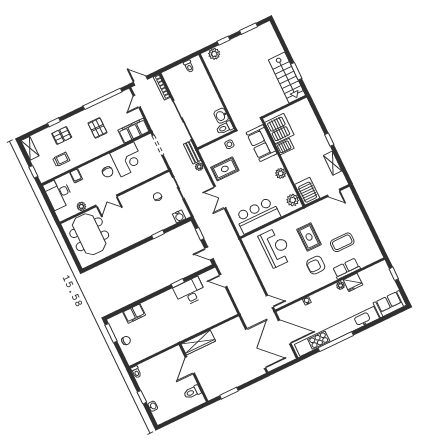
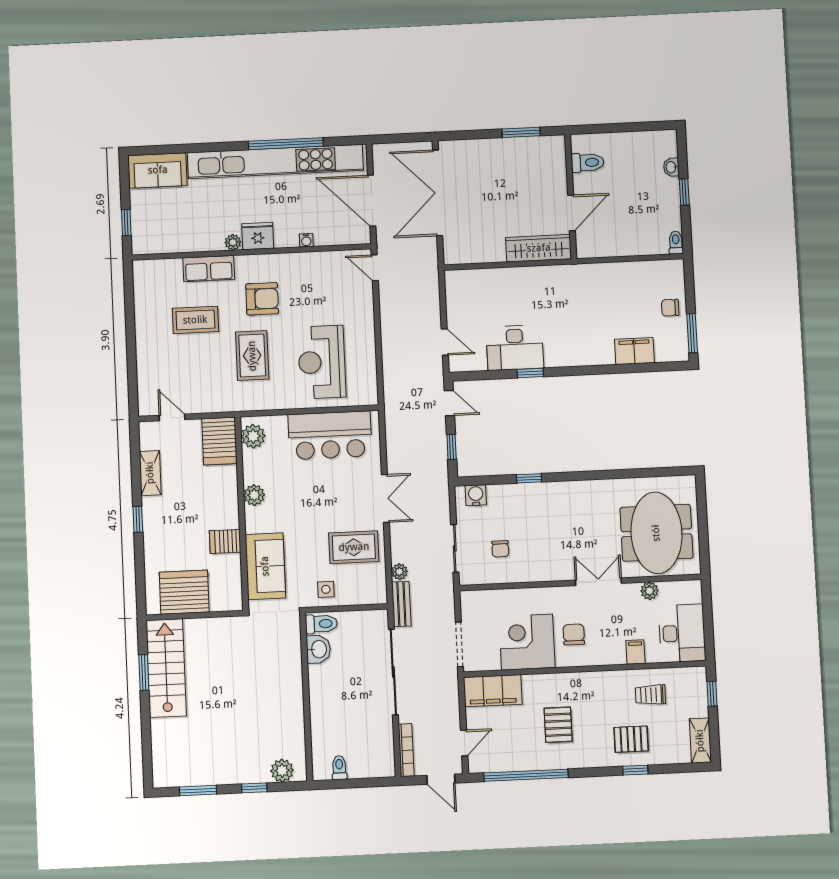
server rack: (279, 129) -> (184, 592), moved, turned 90
fridge: (353, 282) -> (258, 236), moved

